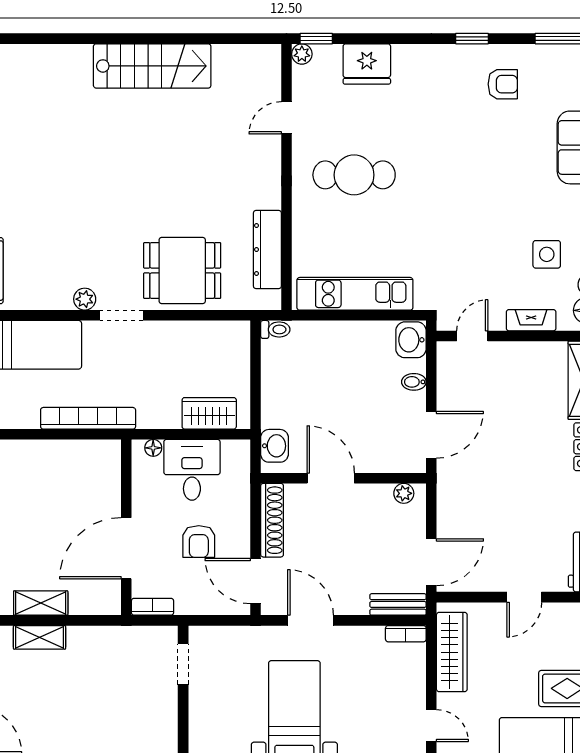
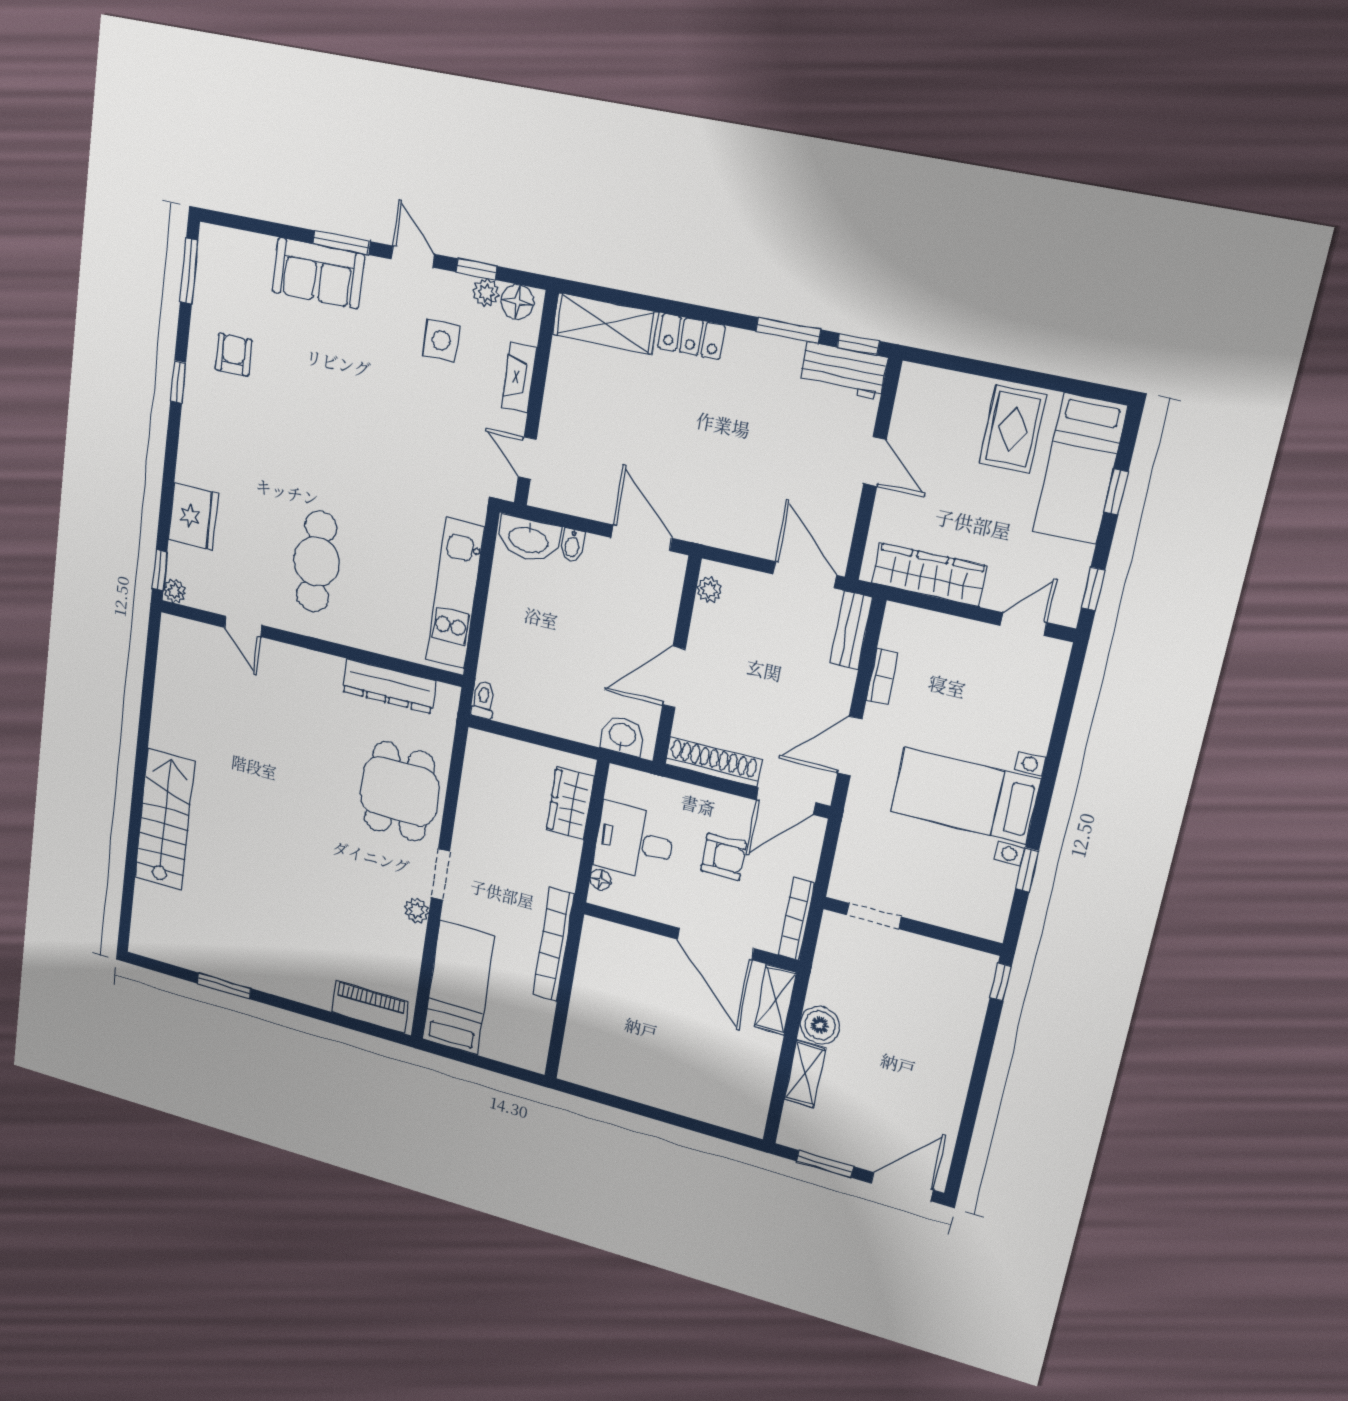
stairs: (152, 66) -> (165, 819), moved
washbasin: (411, 340) -> (529, 539), width x1.38
shelving: (41, 603) -> (775, 1000), moved
bookcase: (152, 607) -> (797, 919), width x1.56
bookcase: (406, 634) -> (882, 677), moved
boiler: (83, 641) -> (820, 1025), added

